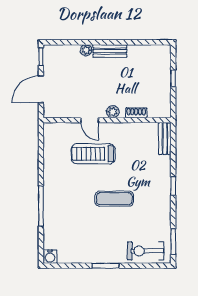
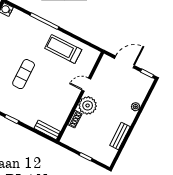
bench: (110, 51) -> (120, 136), moved
door: (41, 89) -> (124, 62), hinge flipped
plant: (113, 112) -> (88, 105), width x1.88, depth x1.88
treadmill: (93, 154) -> (63, 49), moved, turned -90

